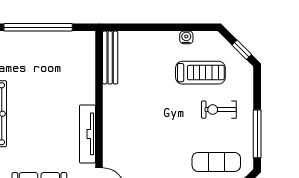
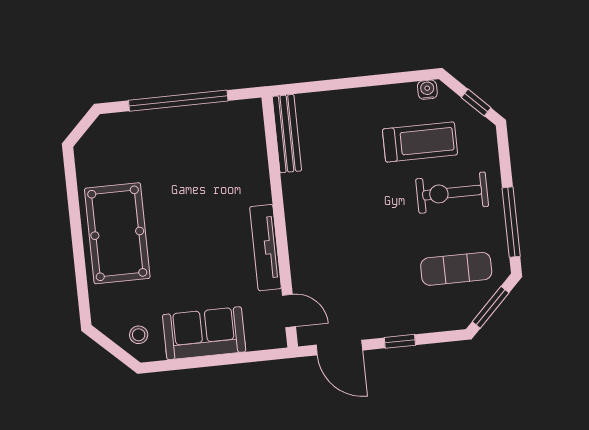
water cooler: (186, 37) -> (427, 90), moved
exercise bike: (219, 110) -> (452, 193), width x1.38, depth x1.39

